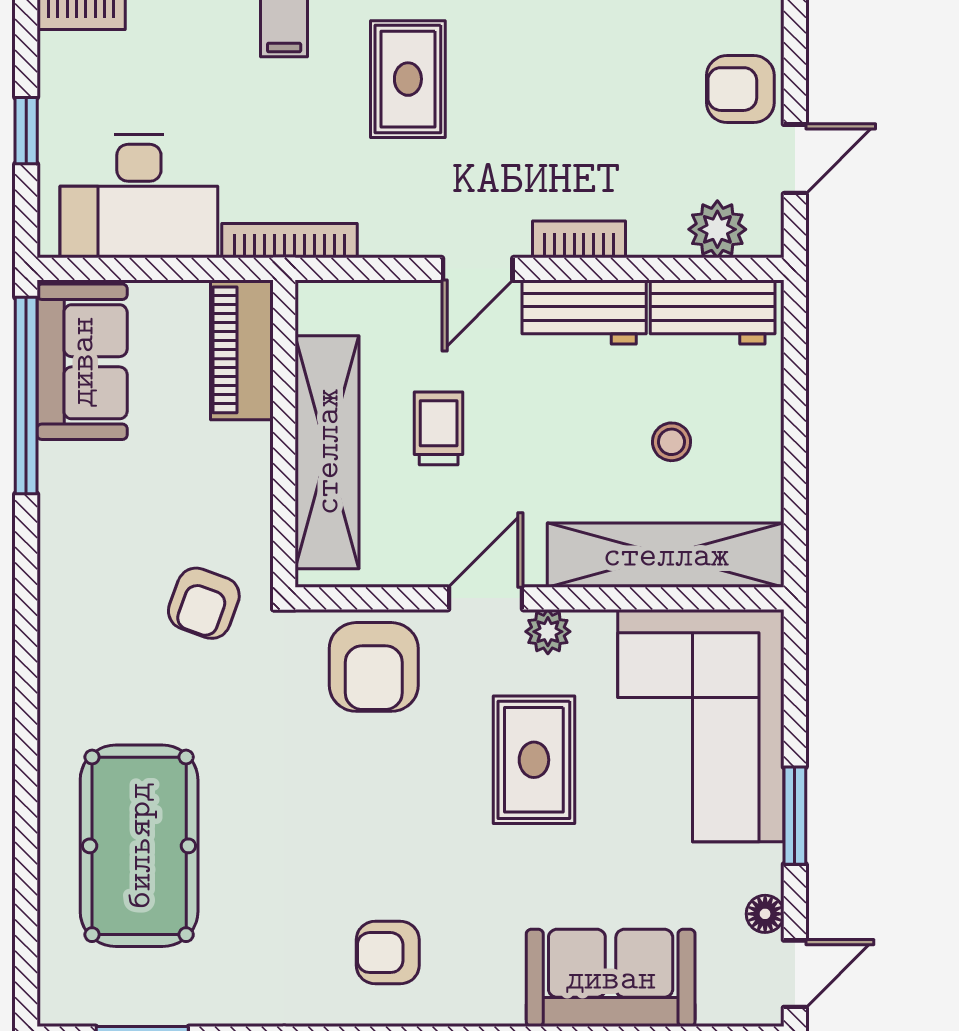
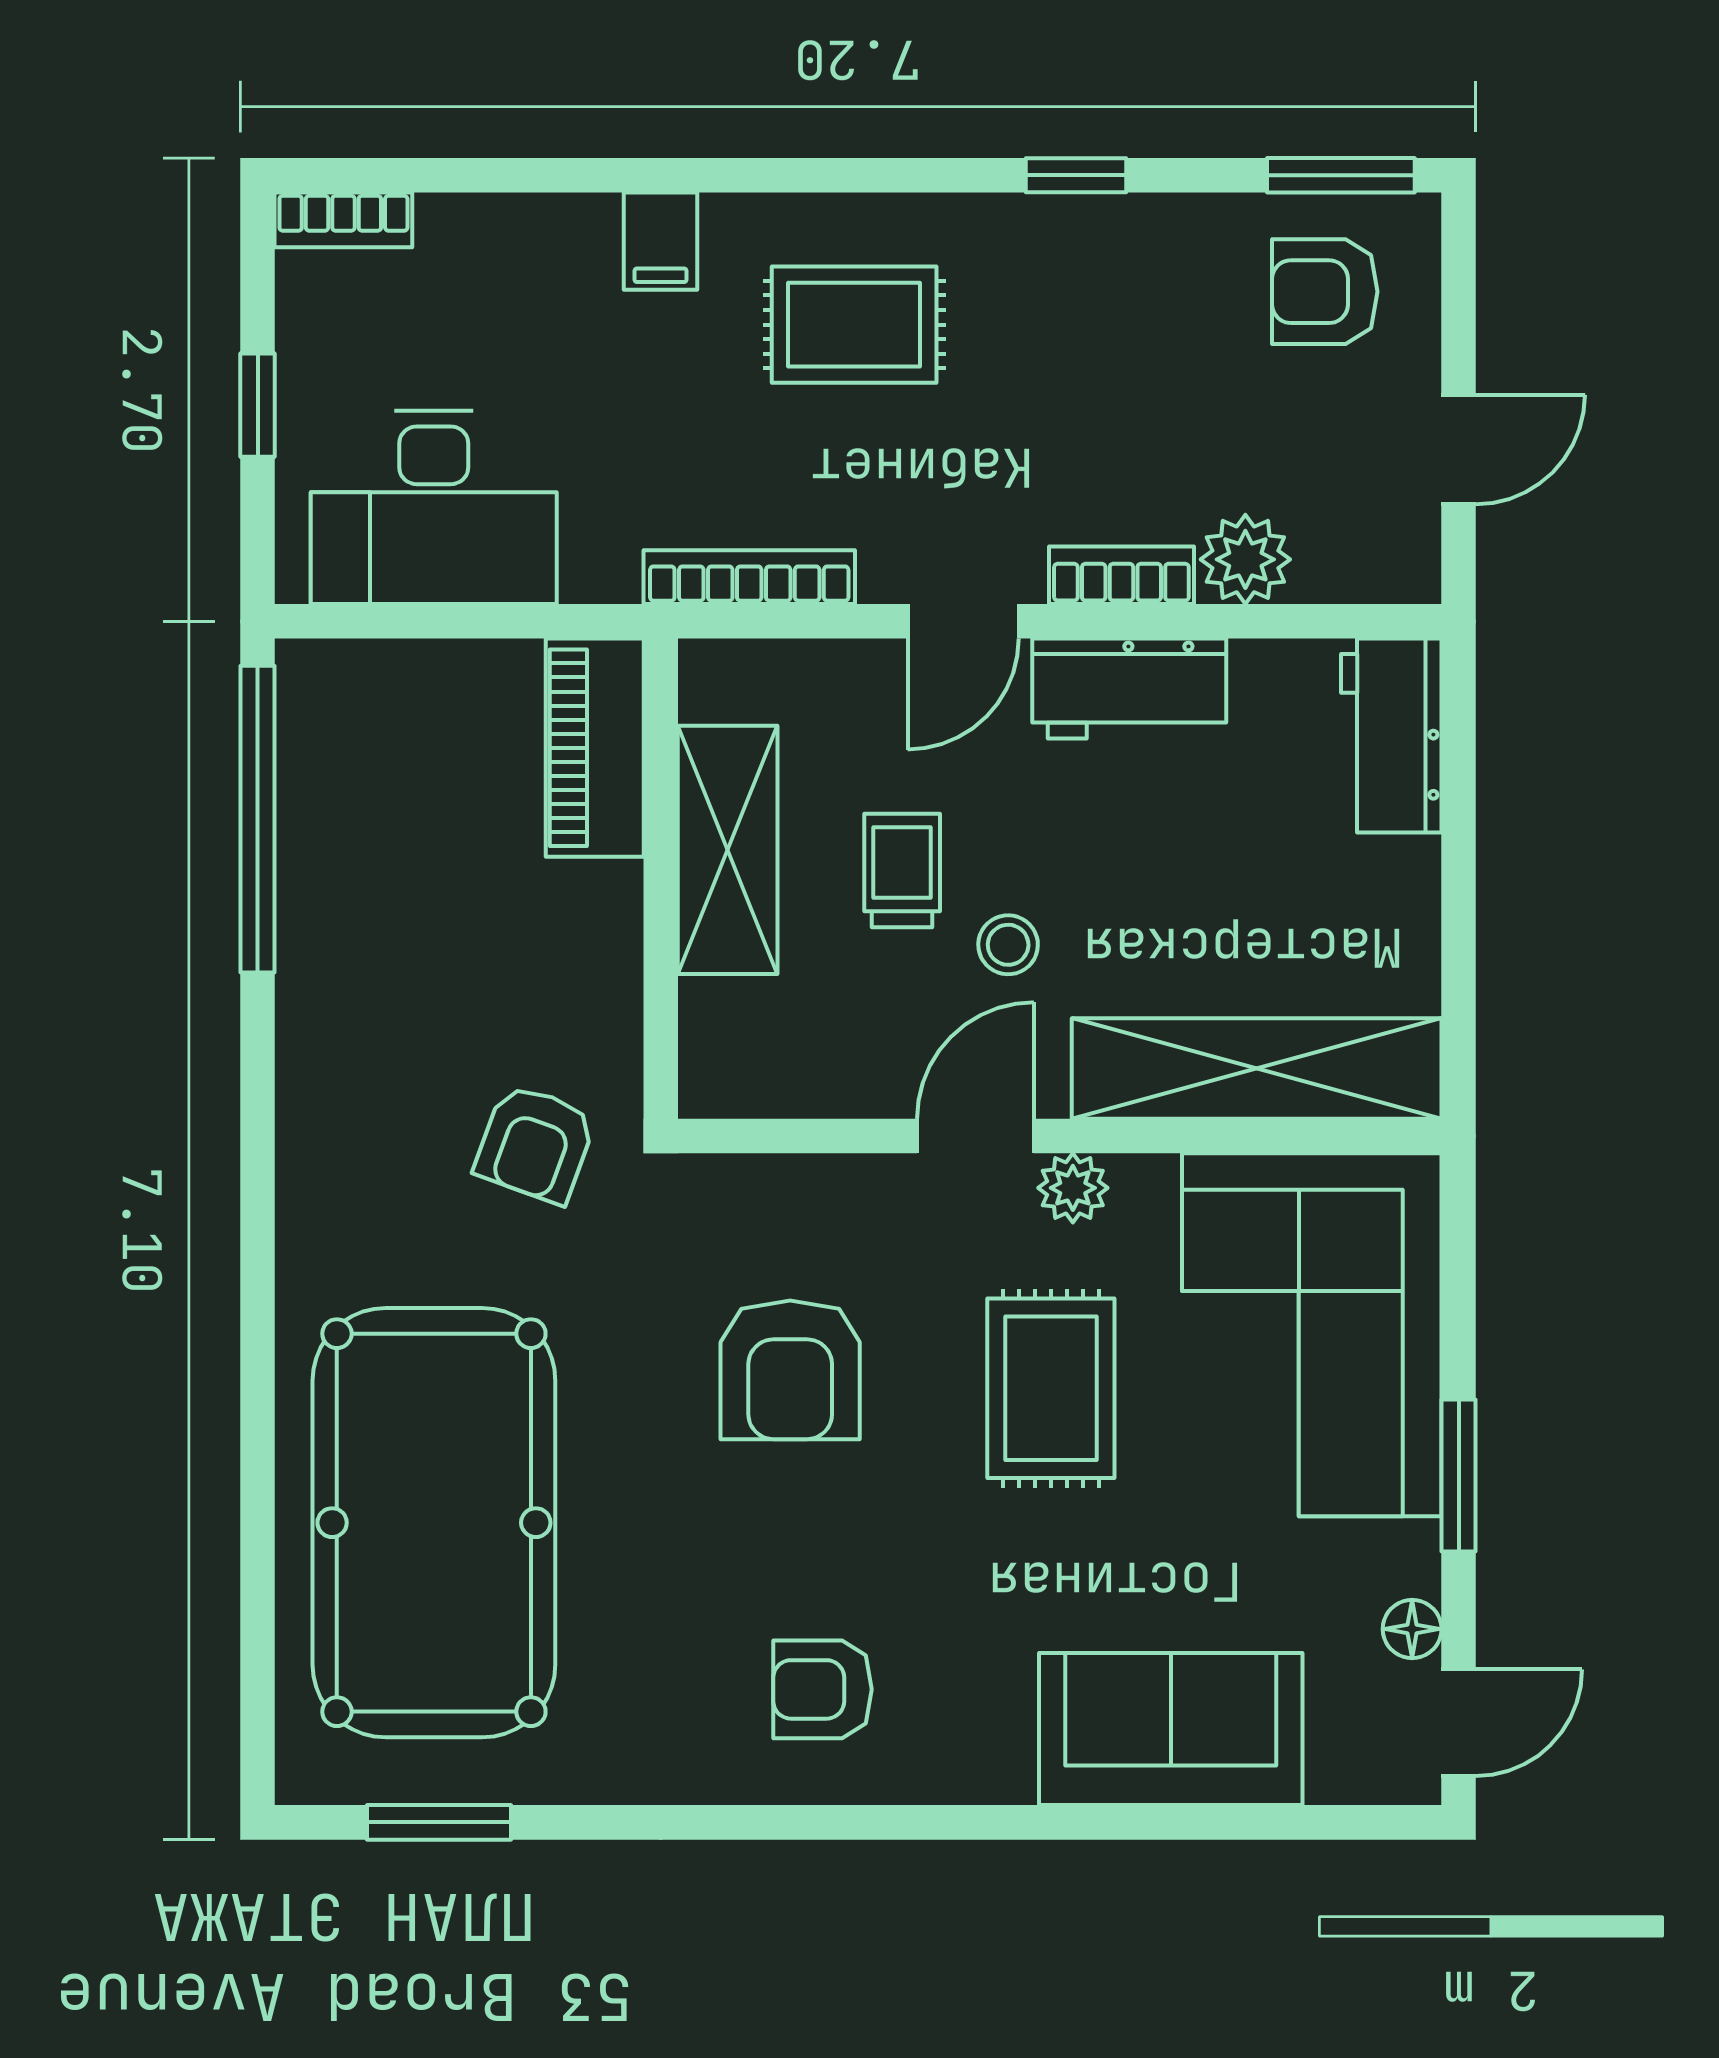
rug: (408, 79) -> (854, 325), turned 90
armchair: (740, 89) -> (1325, 292), moved
plant: (717, 229) -> (1245, 559), moved
bookcase: (290, 241) -> (749, 577), moved
workbench: (713, 312) -> (1391, 736), moved, turned 90
sofa: (82, 362) -> (345, 766), removed
stool: (672, 442) -> (1008, 945), moved
shelving: (327, 452) -> (728, 850), width x0.68
armchair: (374, 667) -> (790, 1370), moved
pool table: (139, 846) -> (434, 1523), width x1.36, depth x1.32

